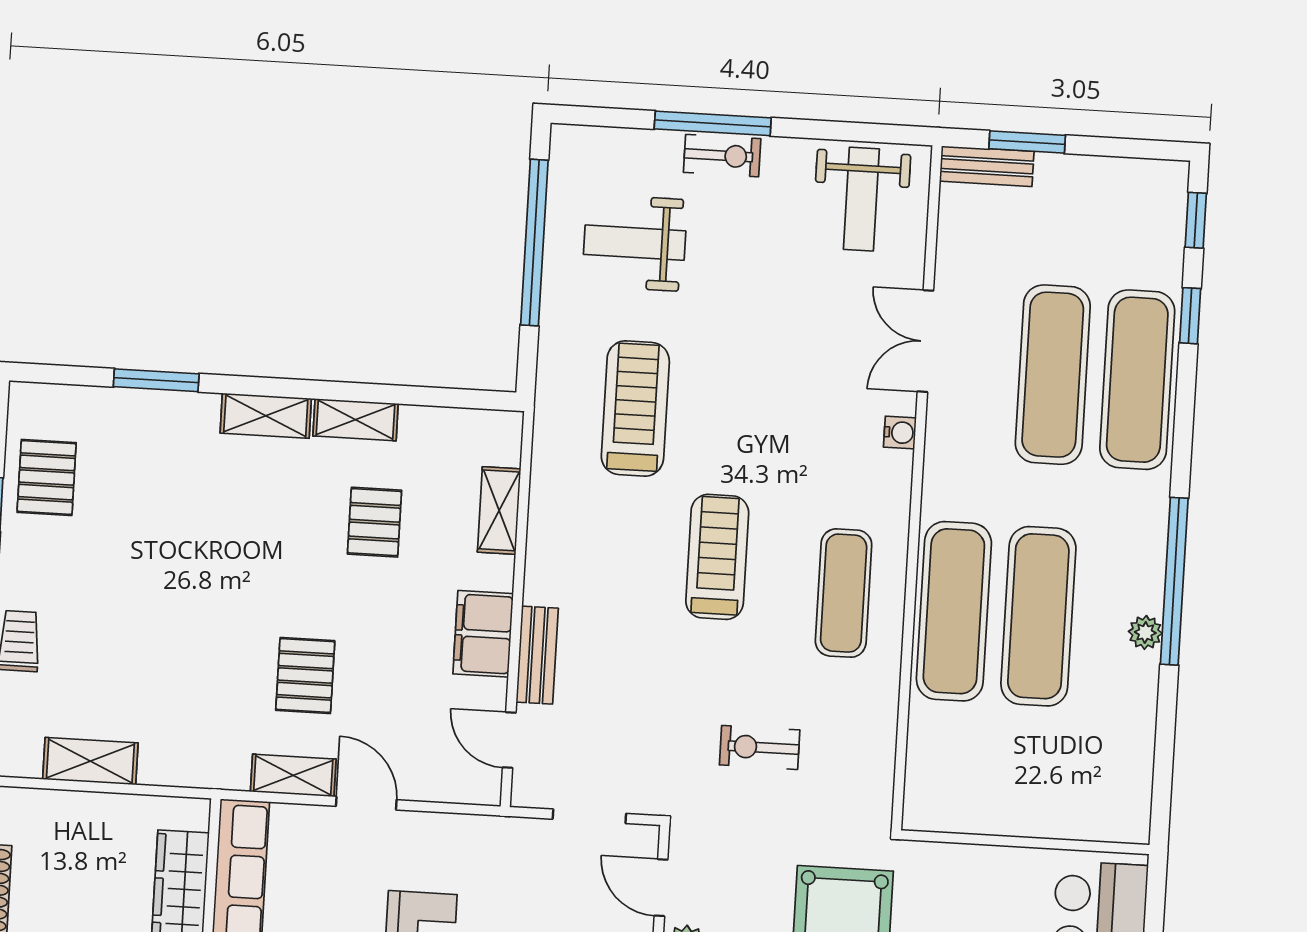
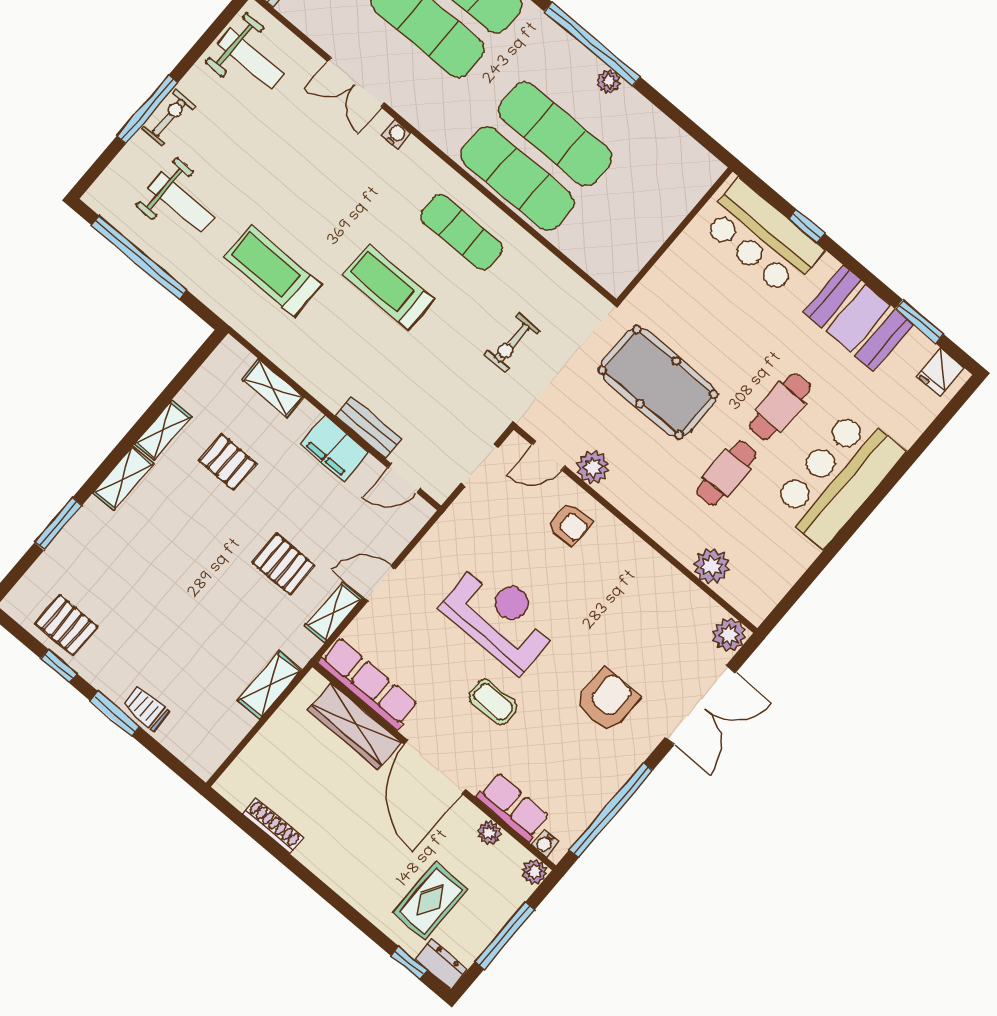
weight bench: (635, 243) -> (181, 202), turned -90
shelving: (90, 761) -> (270, 685), moved

